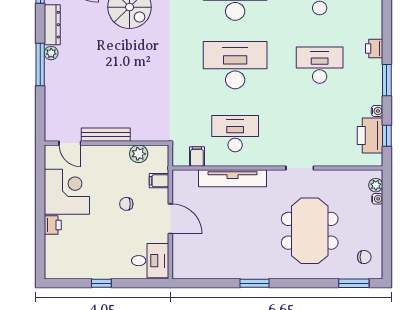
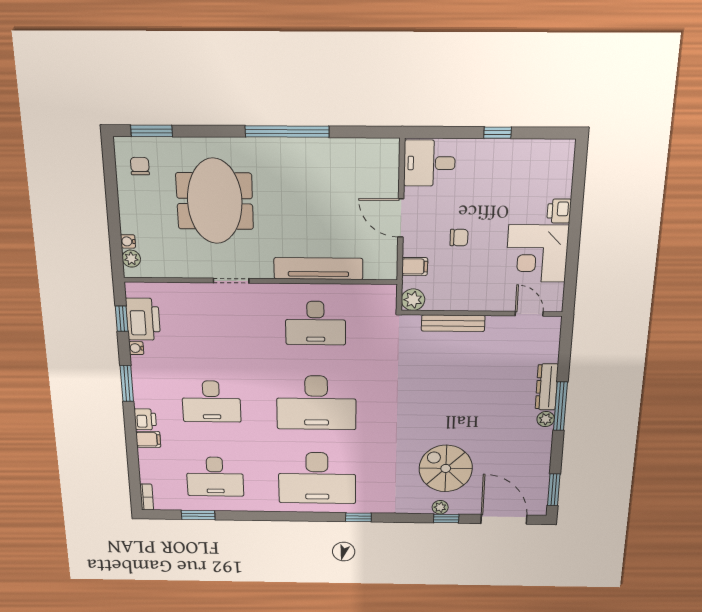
dresser: (52, 25) -> (547, 387), moved
bench: (106, 135) -> (453, 323), moved
plant: (139, 154) -> (413, 300), moved
filing cabinet: (197, 157) -> (148, 439), moved, turned -90
chair: (364, 257) -> (140, 166), turned 90
window: (254, 283) -> (287, 132), width x2.11

